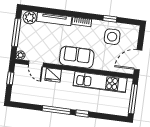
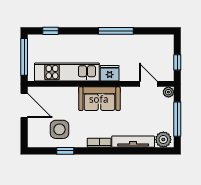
door: (138, 60) -> (24, 105), hinge flipped
fridge: (53, 75) -> (110, 73), moved
window: (82, 113) -> (51, 31), moved

